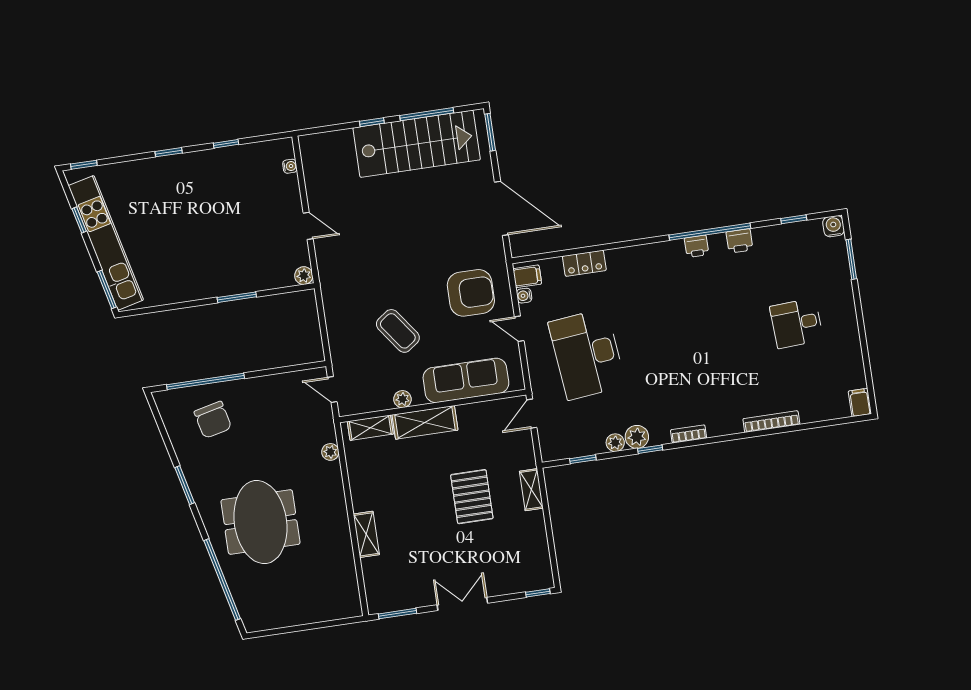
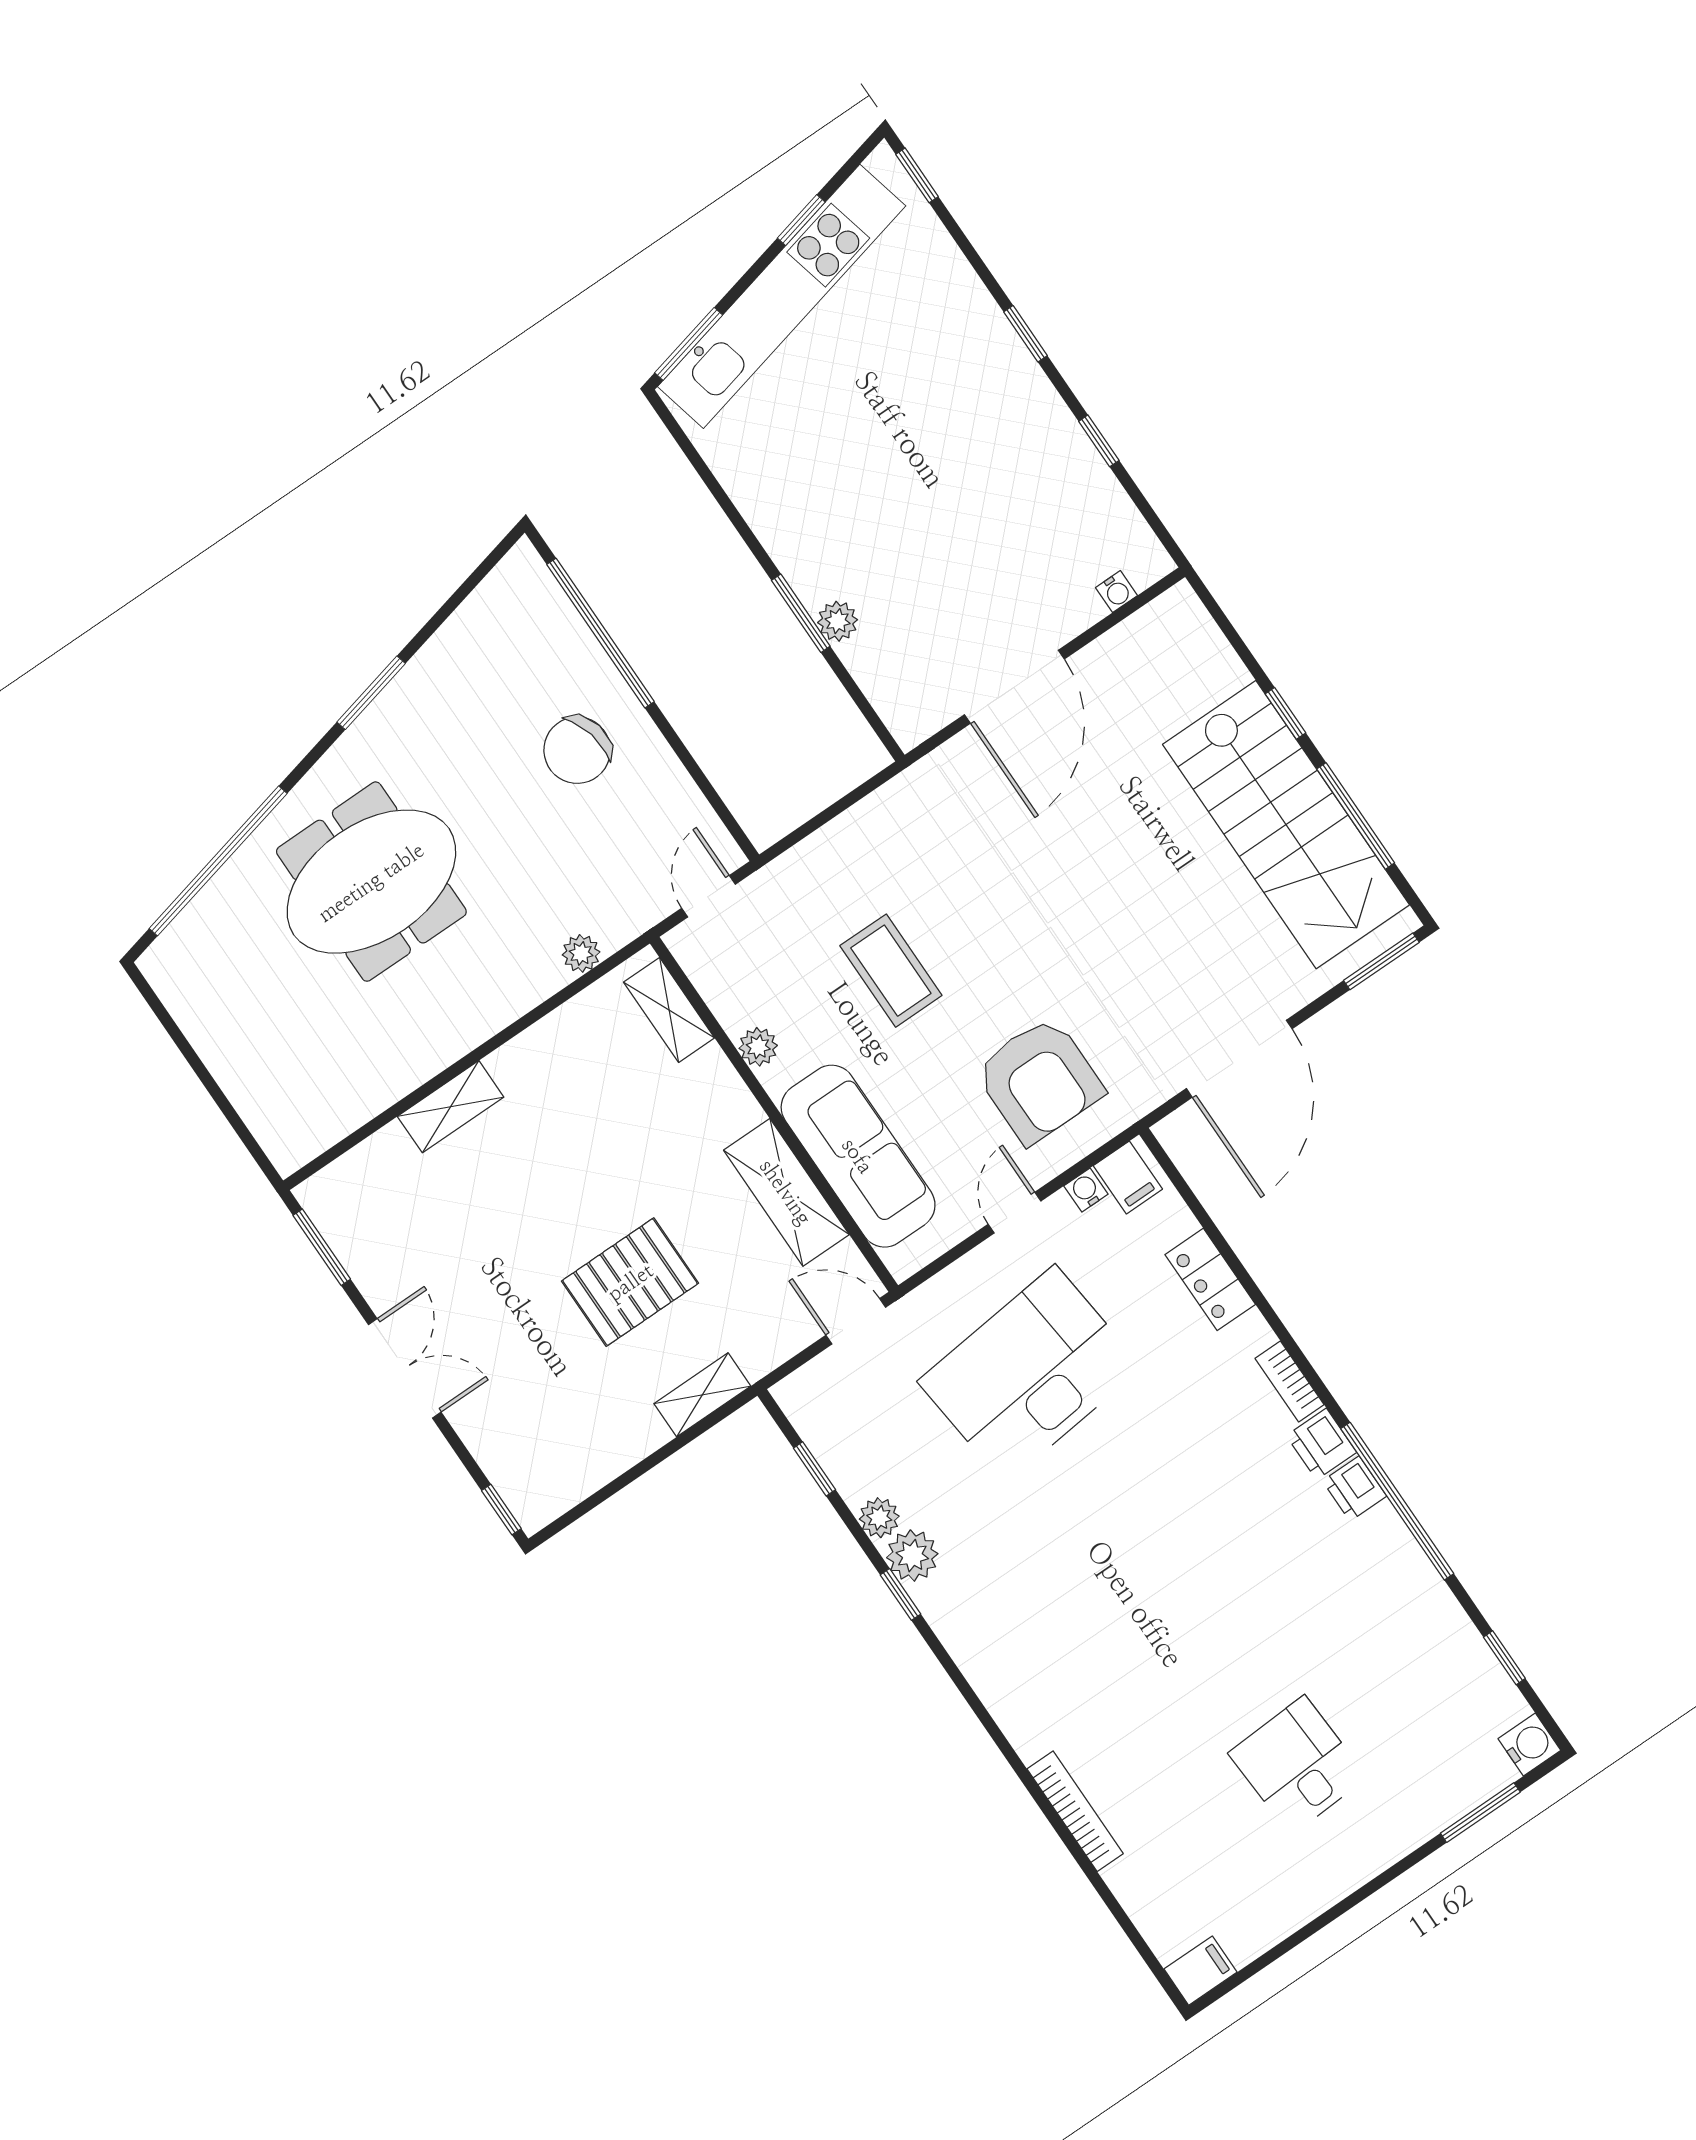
door: (308, 226) -> (1014, 687), width x1.87
printer: (739, 241) -> (1321, 1444), moved
plant: (304, 276) -> (838, 621), moved
coffee table: (398, 331) -> (891, 971), turned -54
chair: (213, 420) -> (577, 750), moved
shelving: (425, 422) -> (786, 1192), moved
bookcase: (689, 434) -> (1290, 1381), moved, turned 180

